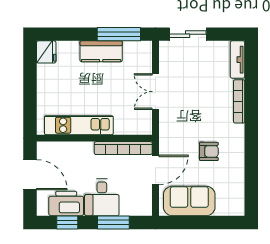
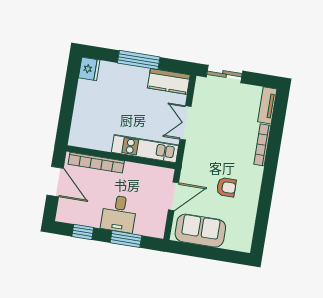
window: (119, 34) -> (139, 60), moved
kitchen counter: (101, 51) -> (169, 81), moved
kitchen unit: (79, 125) -> (145, 149), moved
bookcase: (123, 148) -> (96, 163), moved
printer: (66, 203) -> (85, 214), removed

